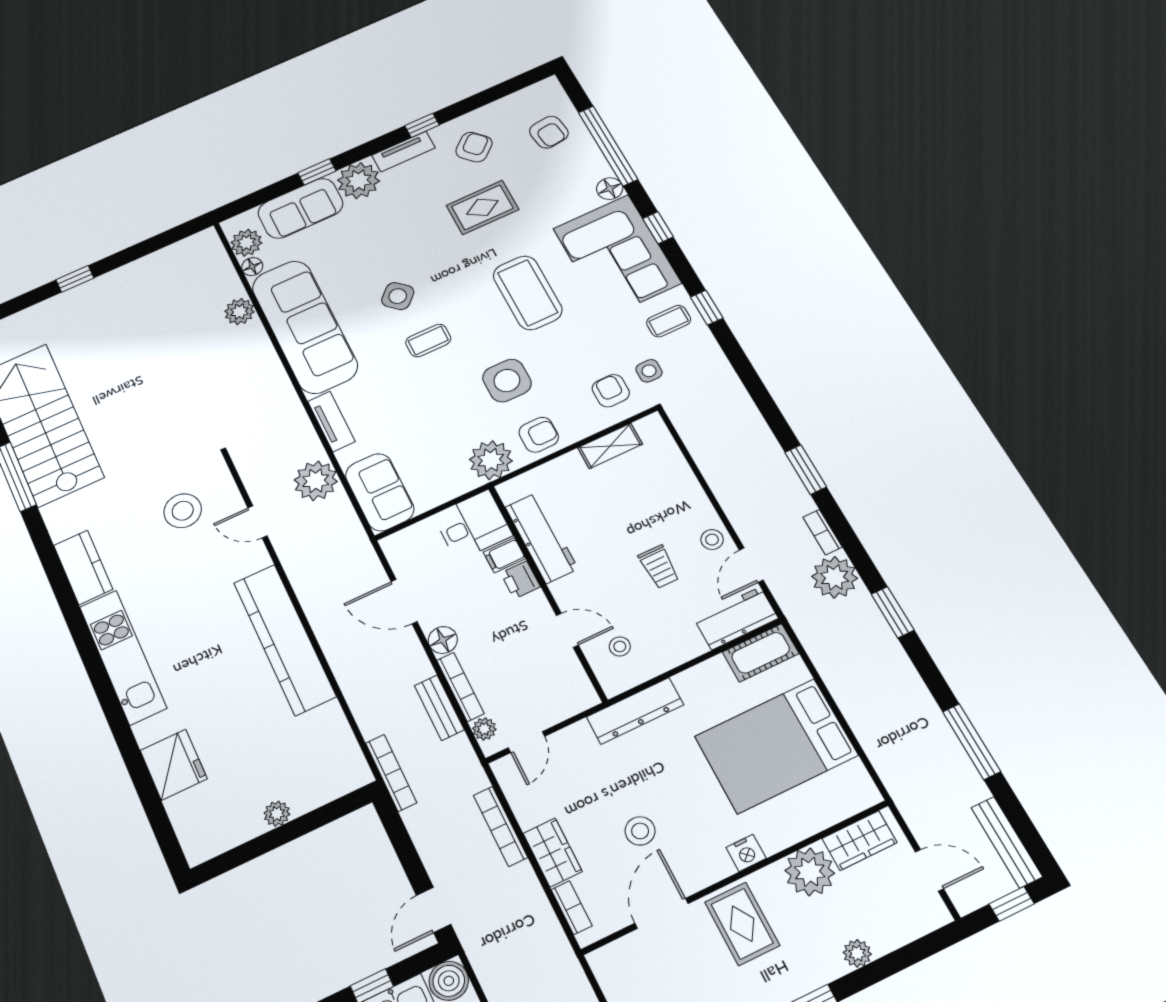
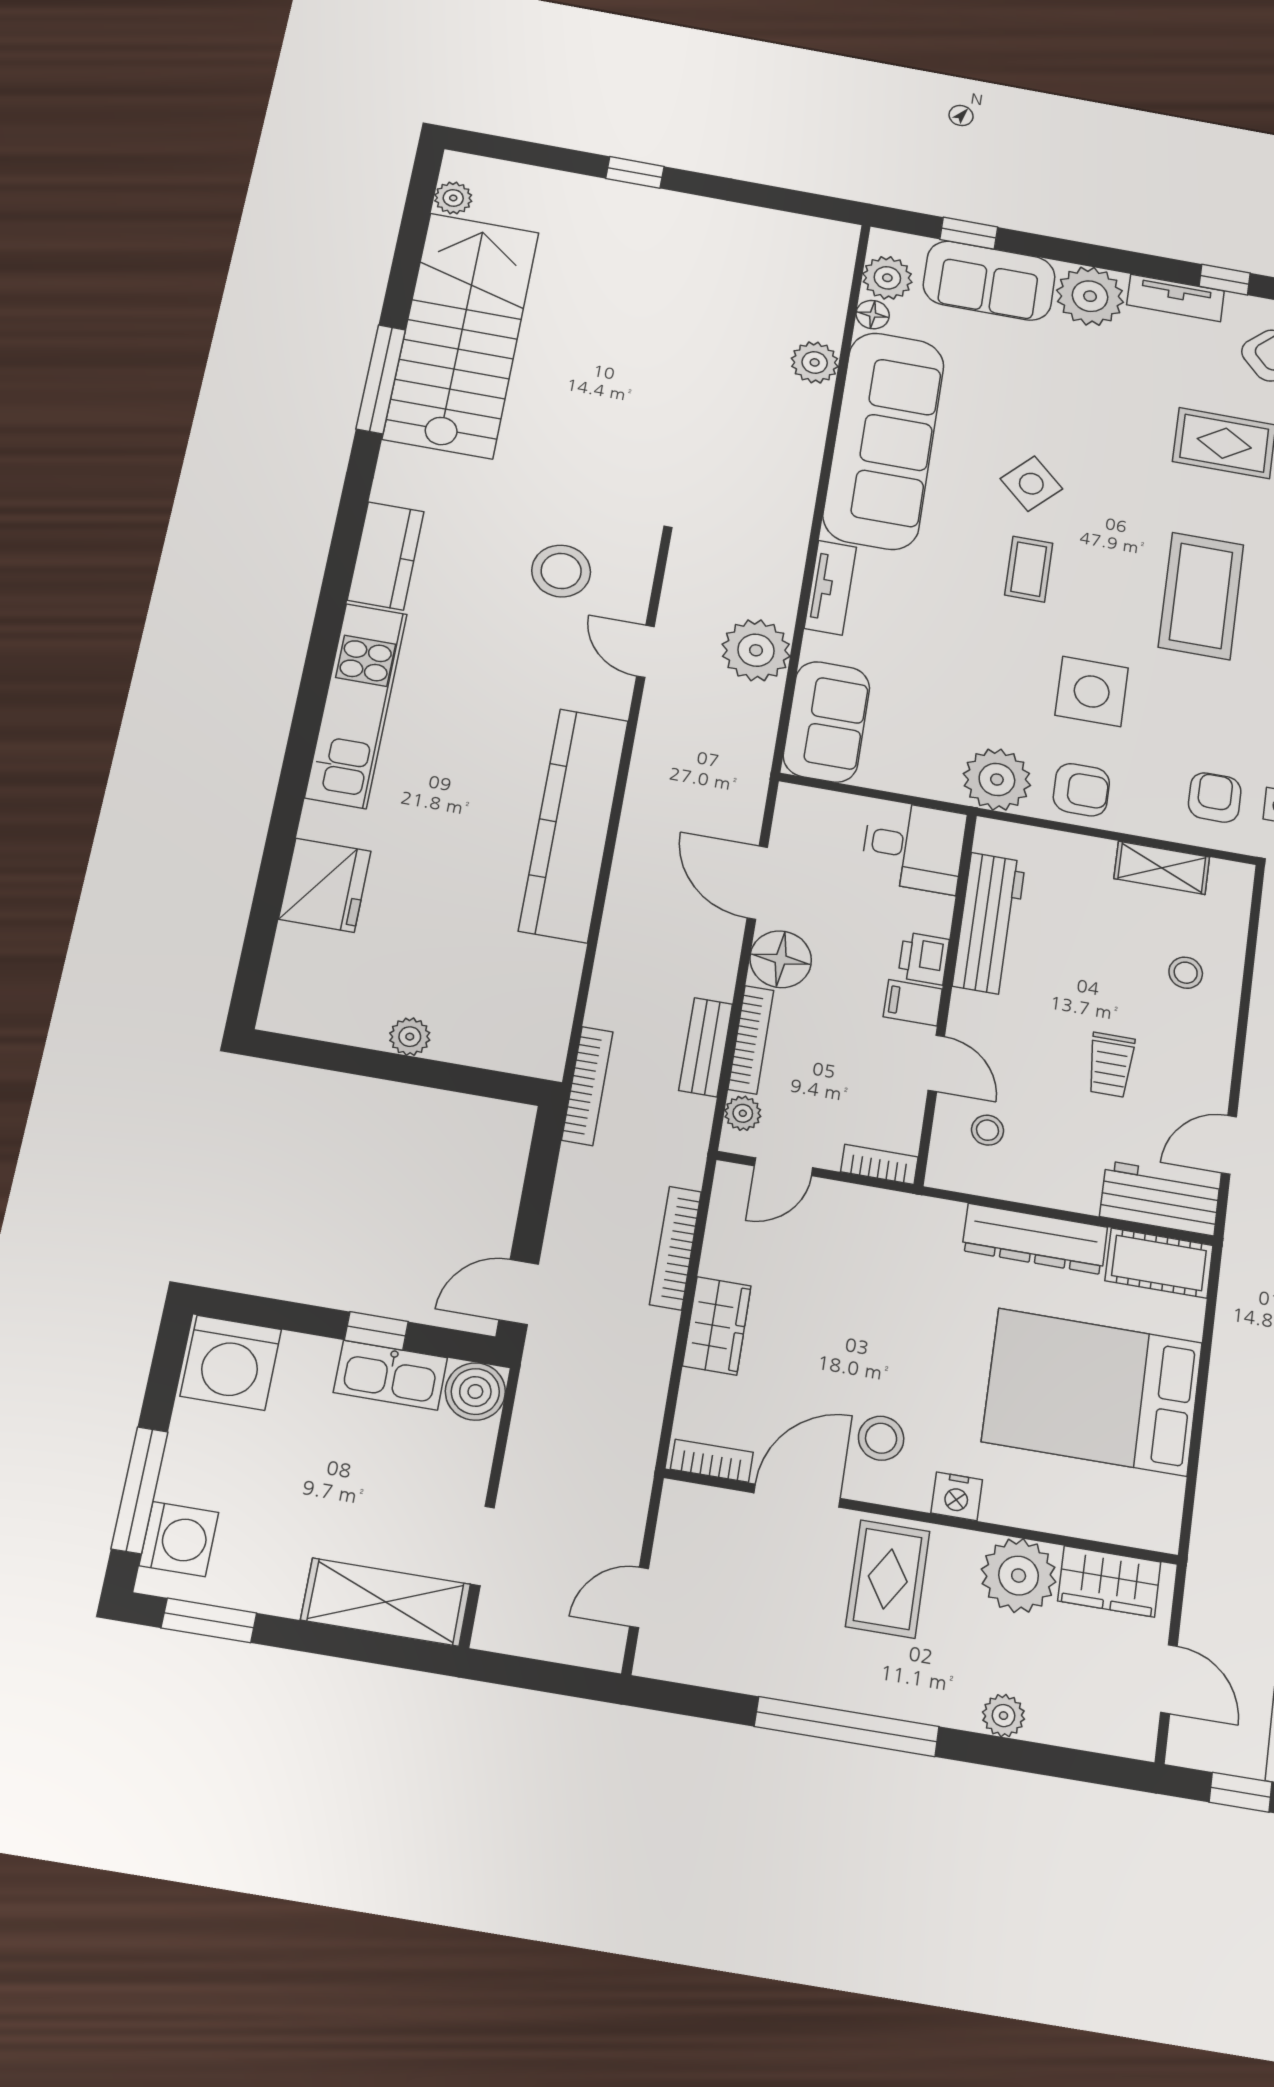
window: (317, 172) -> (969, 233), moved
coffee table: (428, 341) -> (1029, 569), turned 90
stool: (712, 540) -> (1186, 973), moved
filing cabinet: (504, 555) -> (913, 1003), moved
floor lamp: (443, 640) -> (781, 959), width x1.38, depth x1.38
bookcase: (576, 705) -> (879, 1164), added
dresser: (635, 711) -> (1035, 1239), moved
stool: (640, 831) -> (881, 1438), moved
bookcase: (572, 908) -> (712, 1461), moved, turned -90

